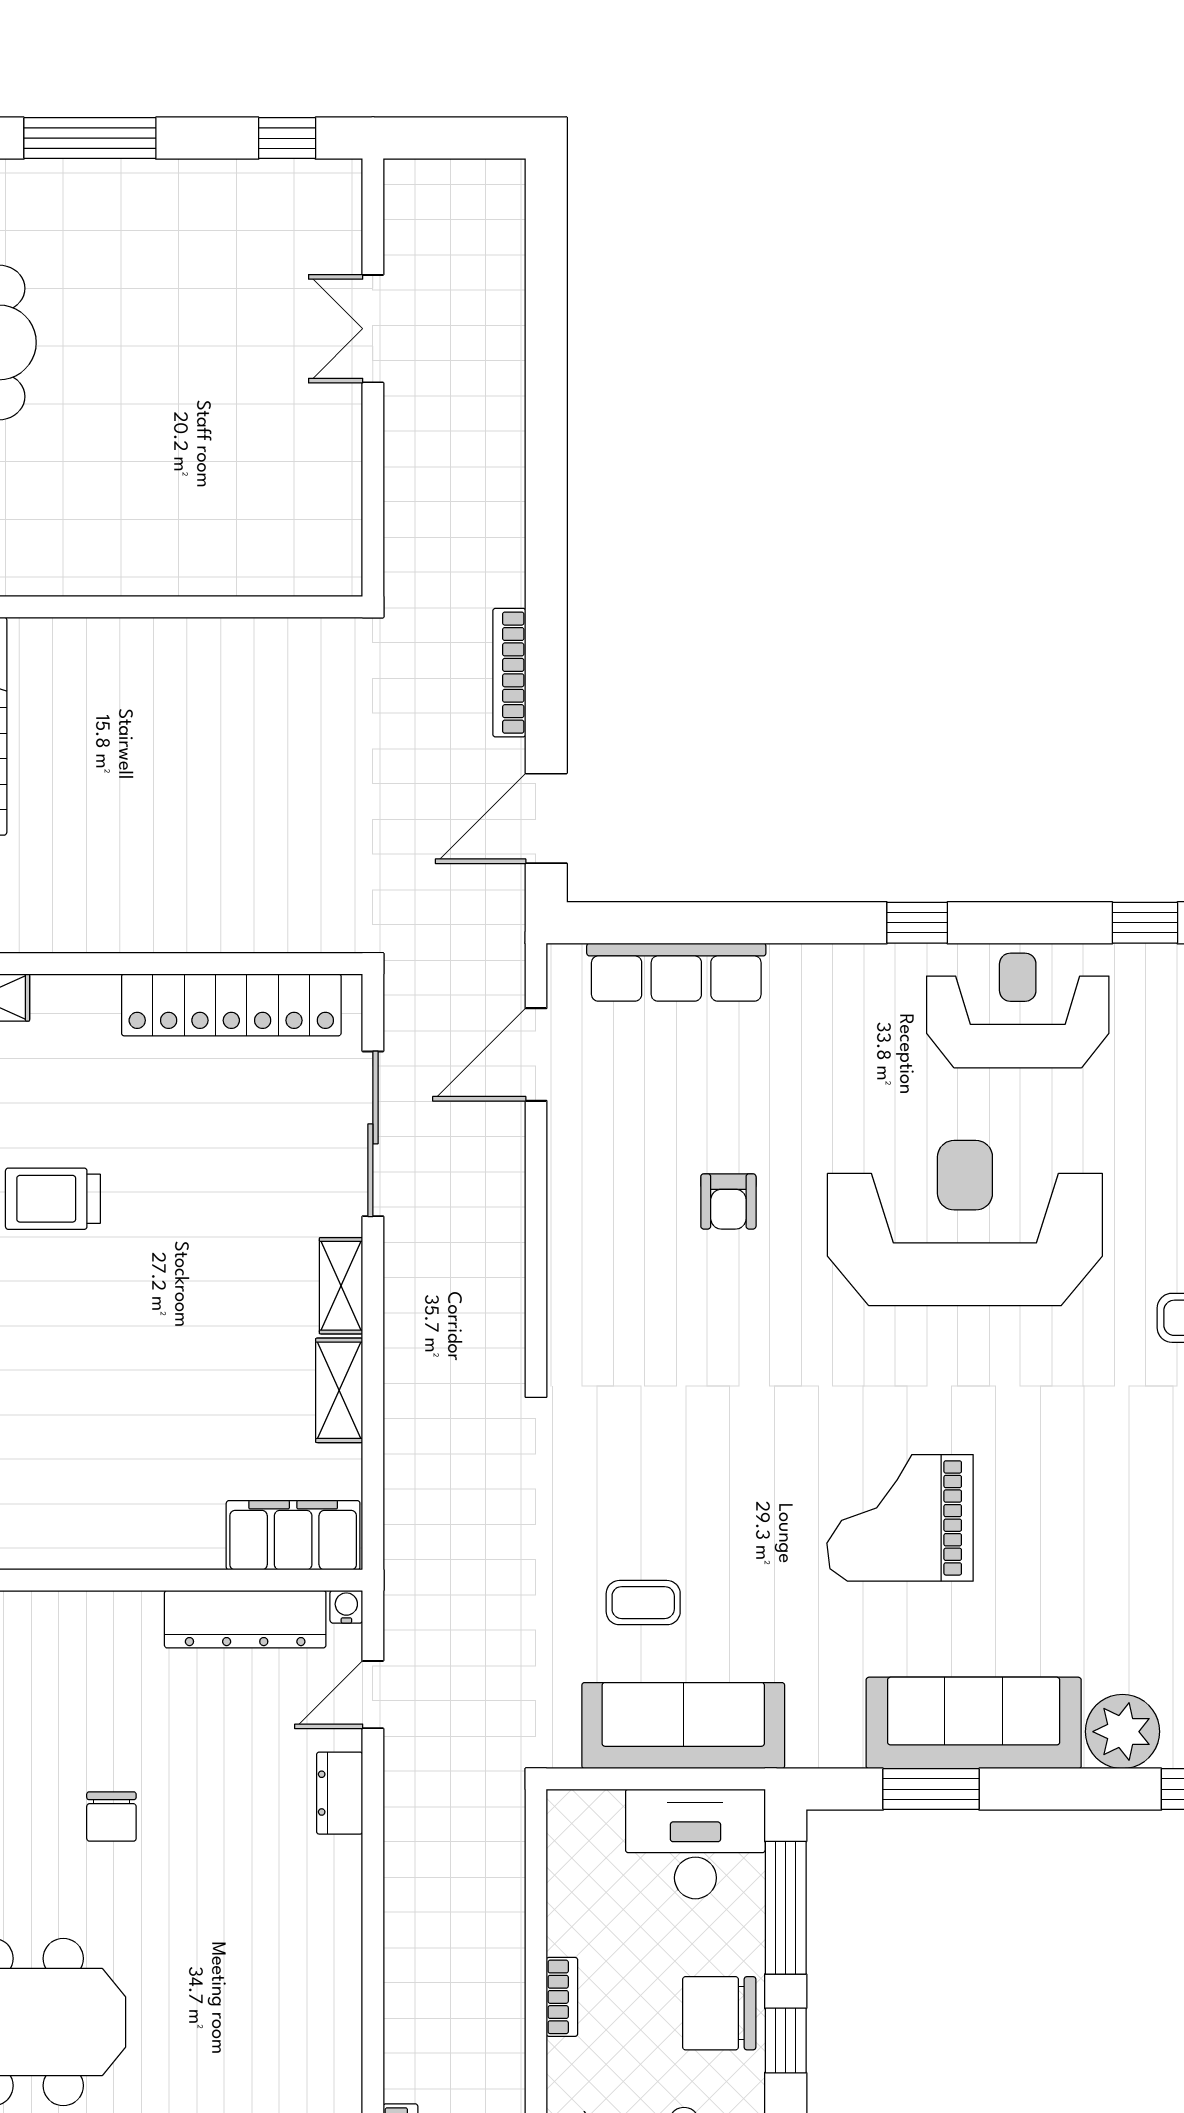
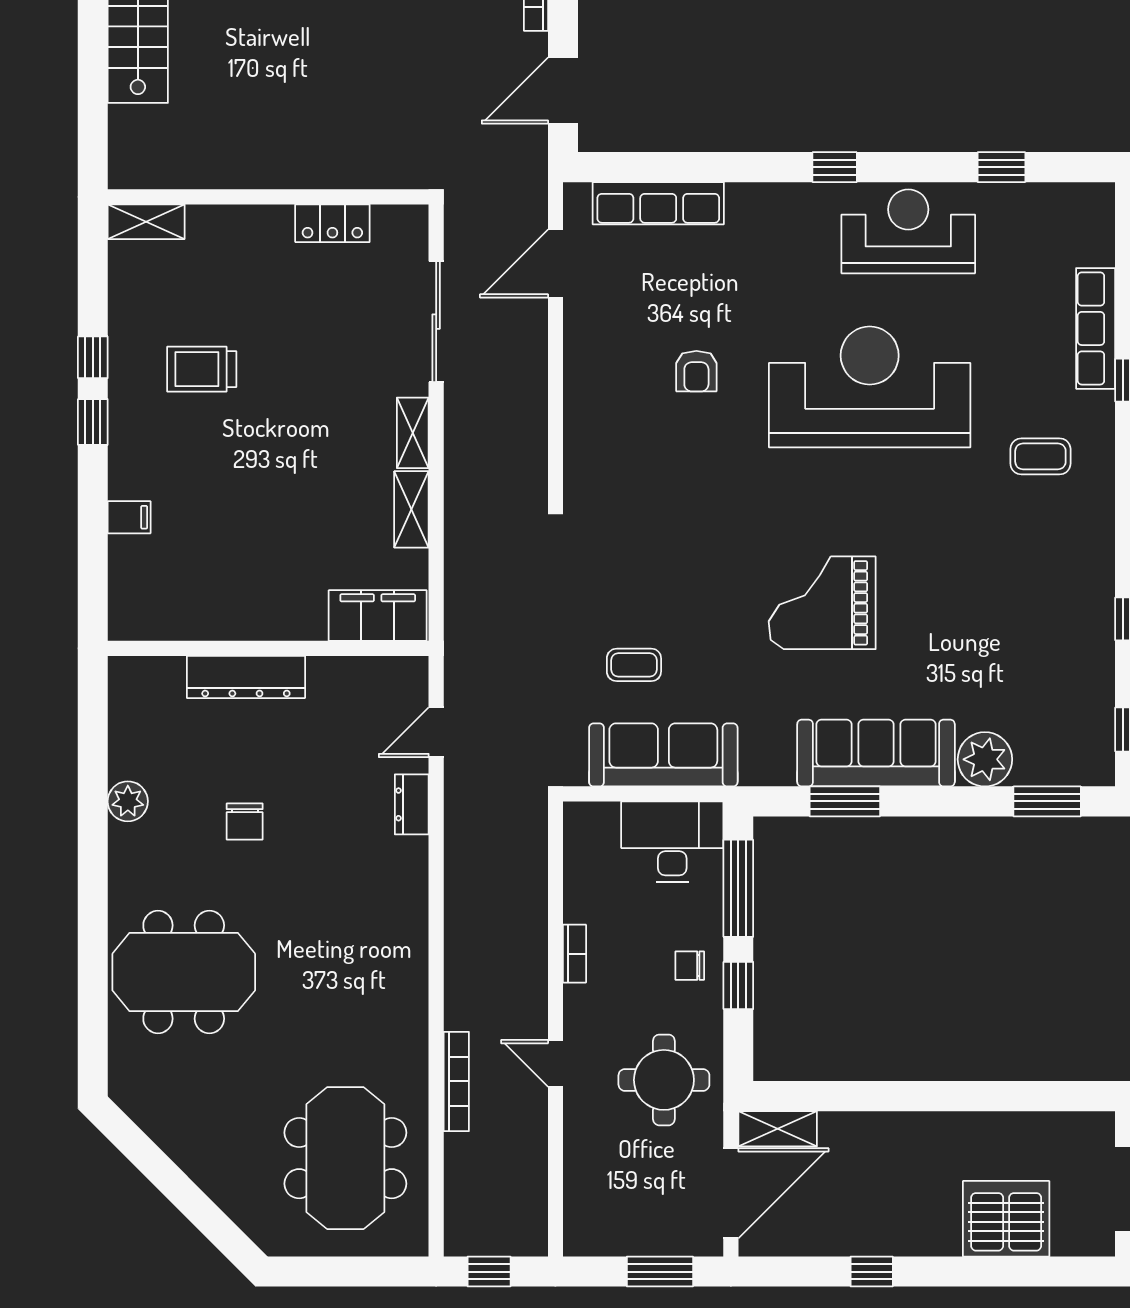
locker: (231, 1005) -> (332, 223), width x0.46, depth x0.83
water cooler: (346, 1607) -> (417, 668), removed
dresser: (245, 1619) -> (246, 677), moved
chair: (719, 2013) -> (690, 966), width x0.54, depth x0.54

